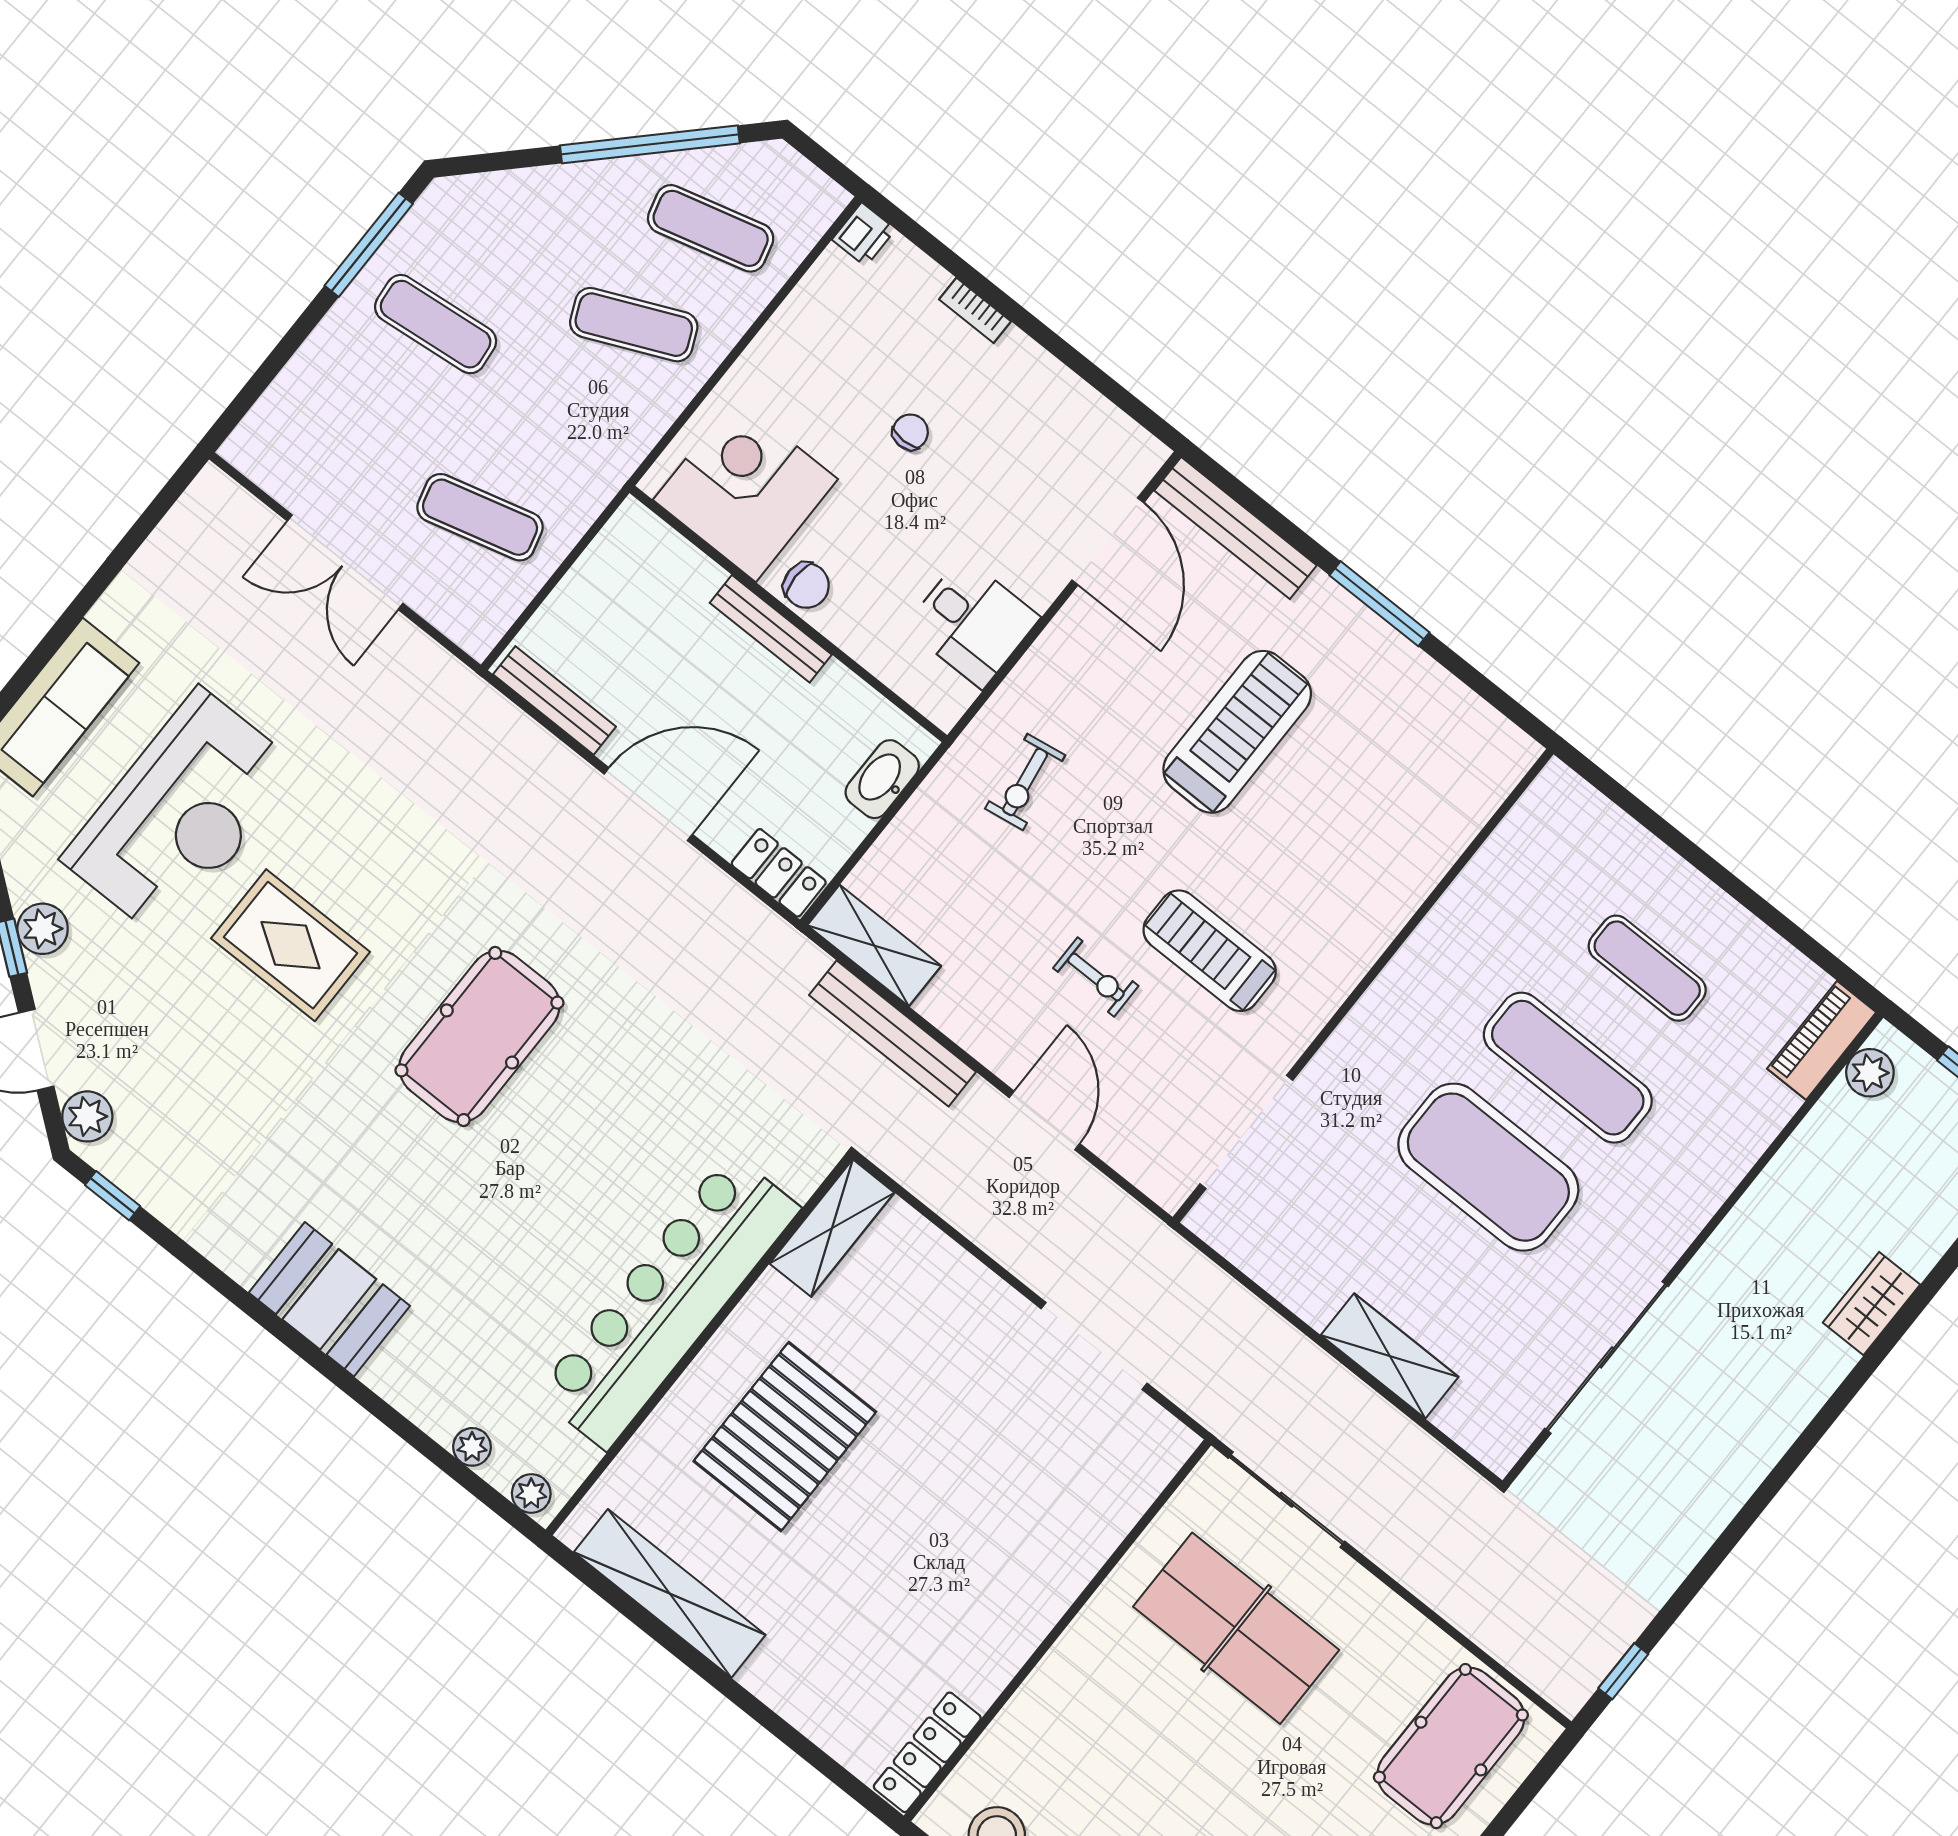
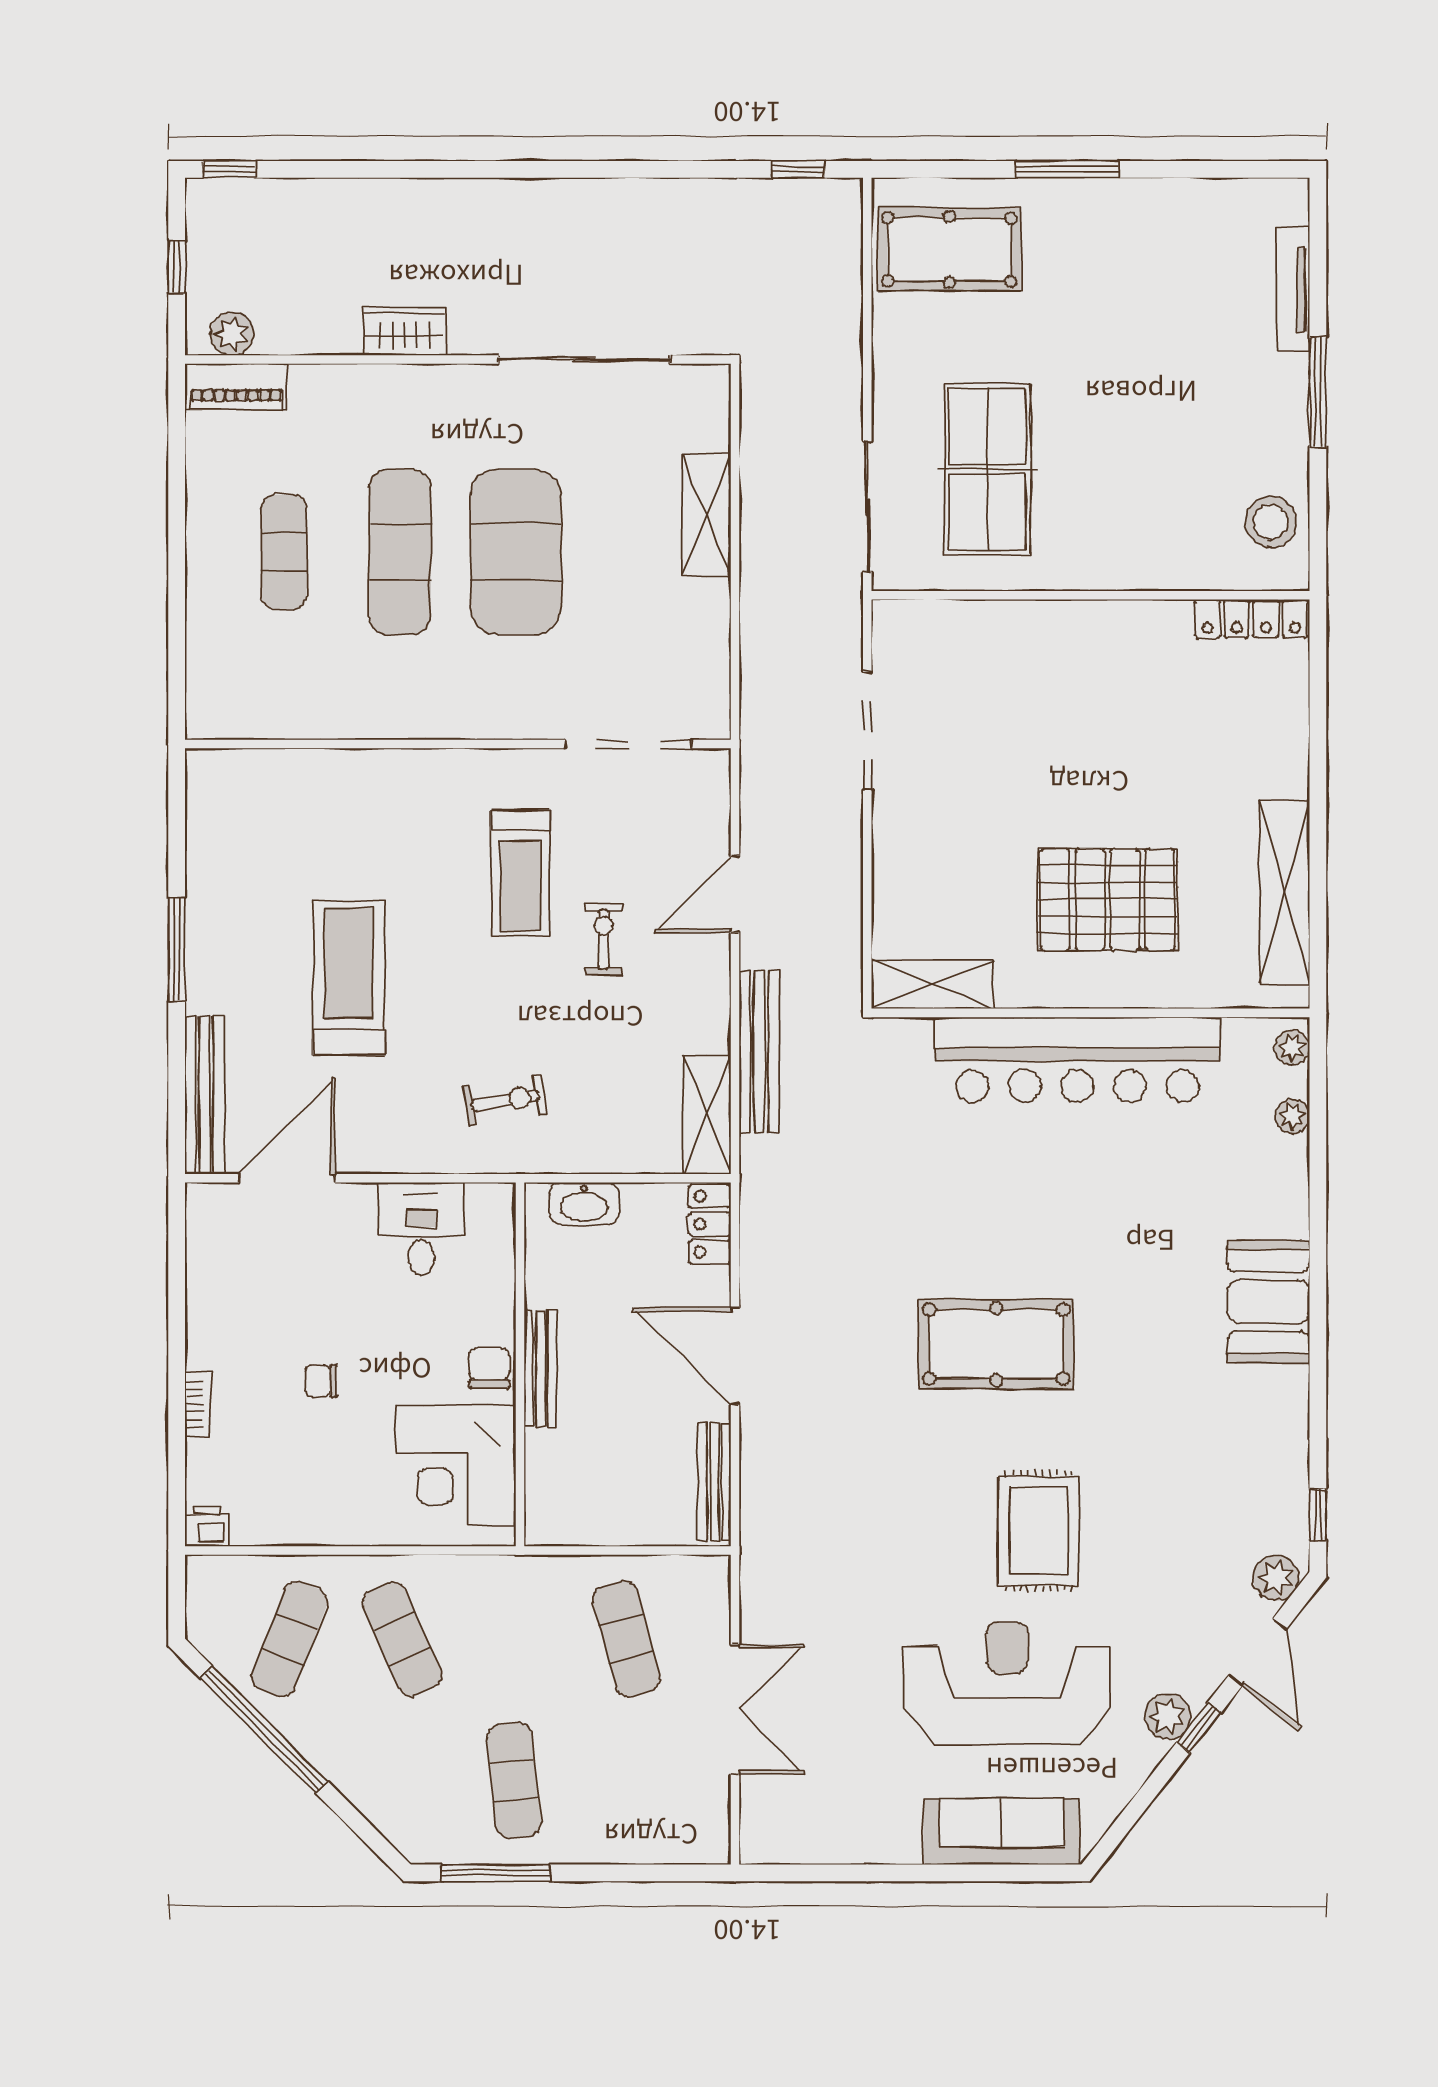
exercise mat: (711, 228) -> (290, 1639), turned 36
treadmill: (1237, 732) -> (349, 978), turned 90
wardrobe: (1871, 1304) -> (405, 331), moved, turned 180

